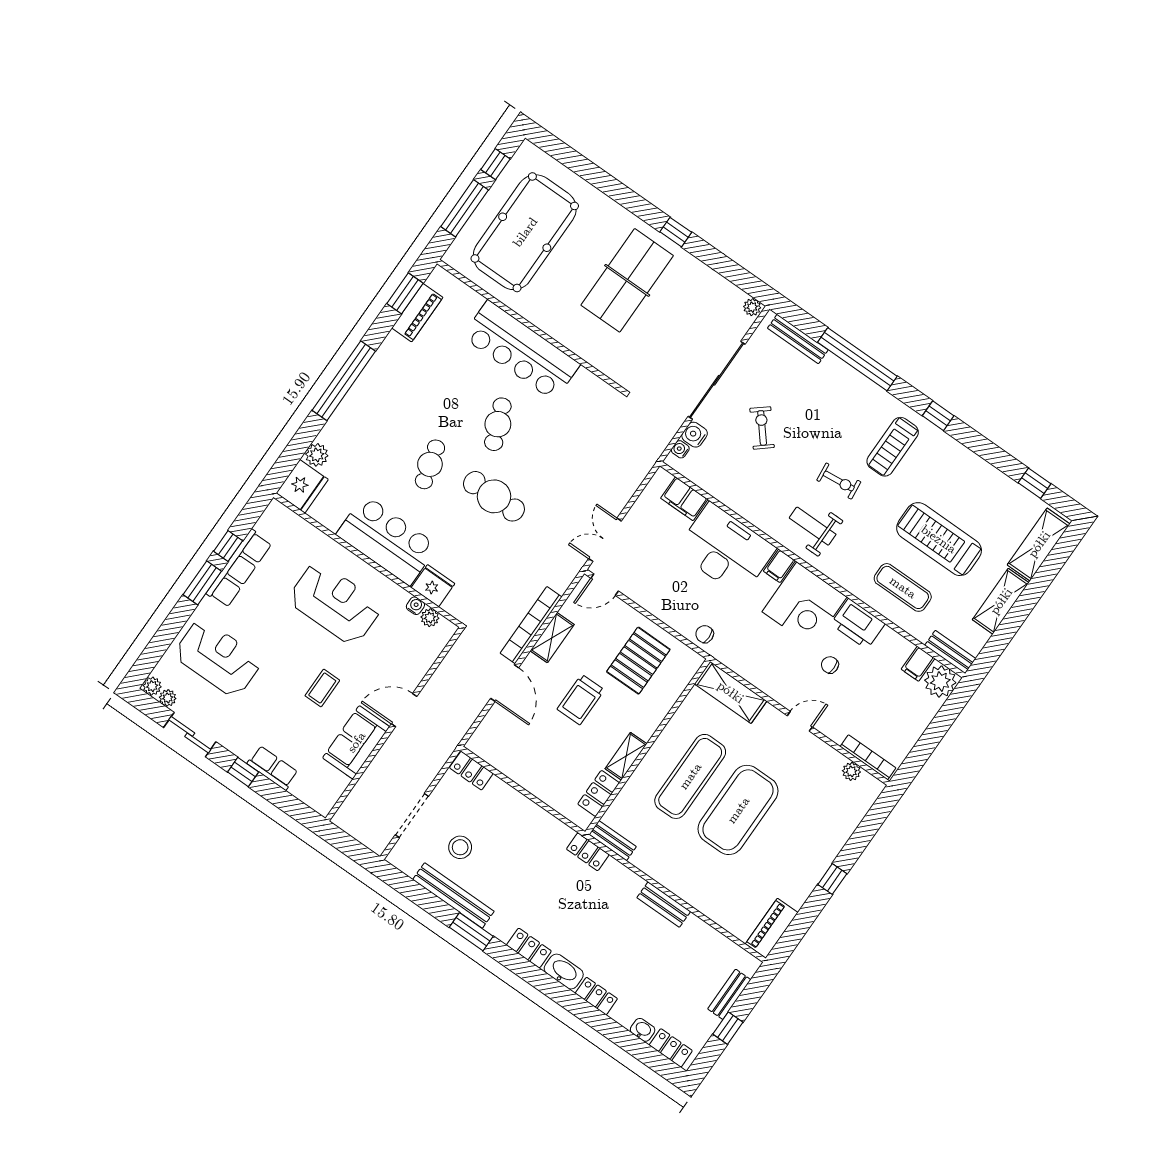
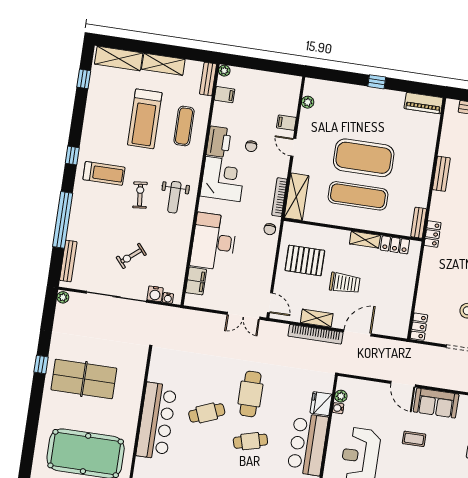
filing cabinet: (779, 566) -> (286, 123), moved, turned 180
plant: (940, 681) -> (224, 71), width x0.53, depth x0.53
bookcase: (868, 757) -> (279, 197), moved

